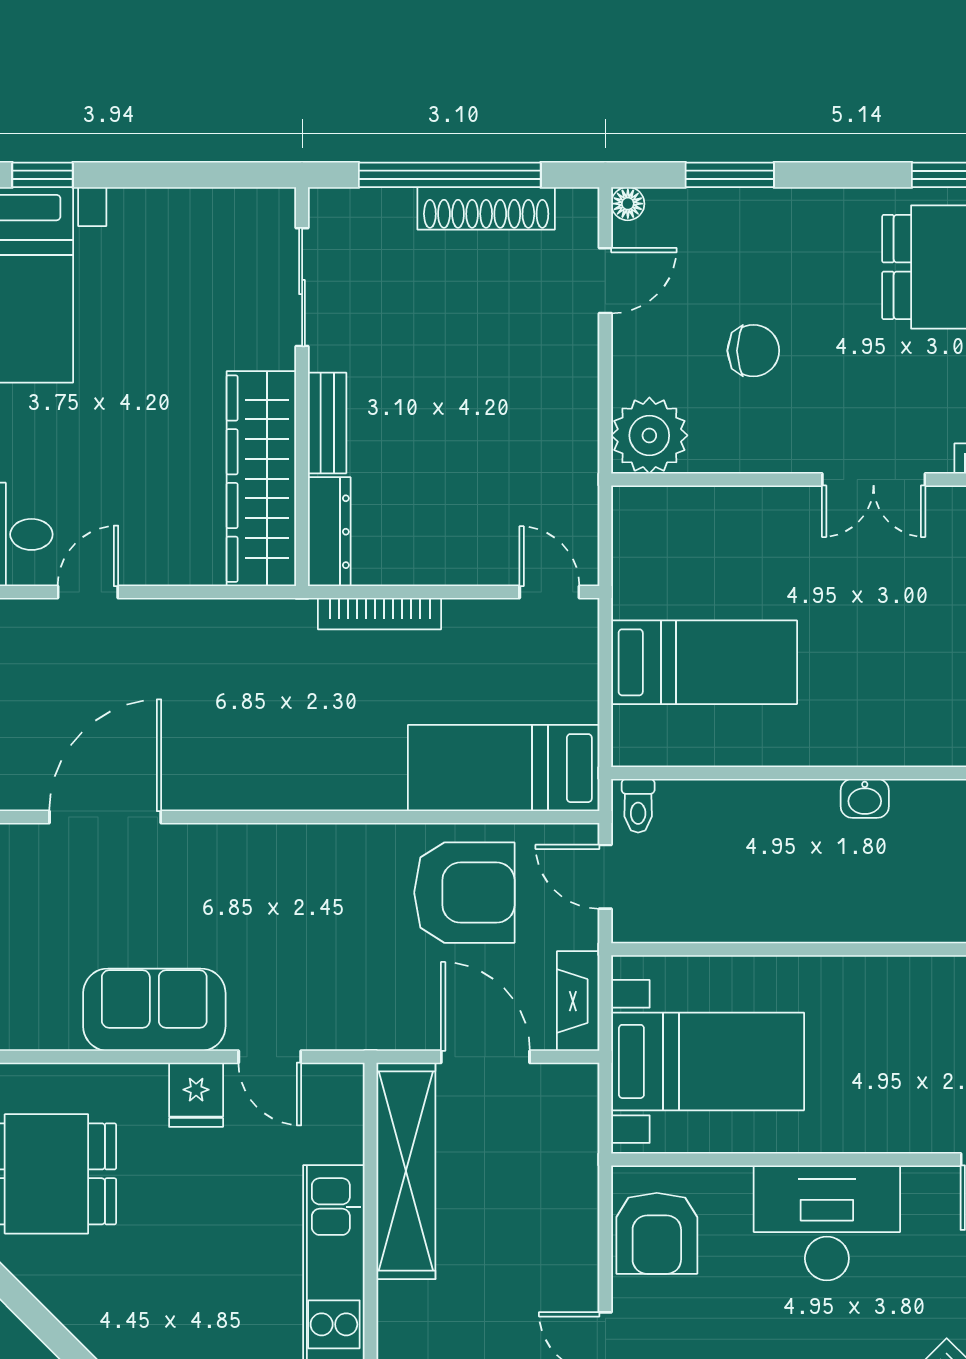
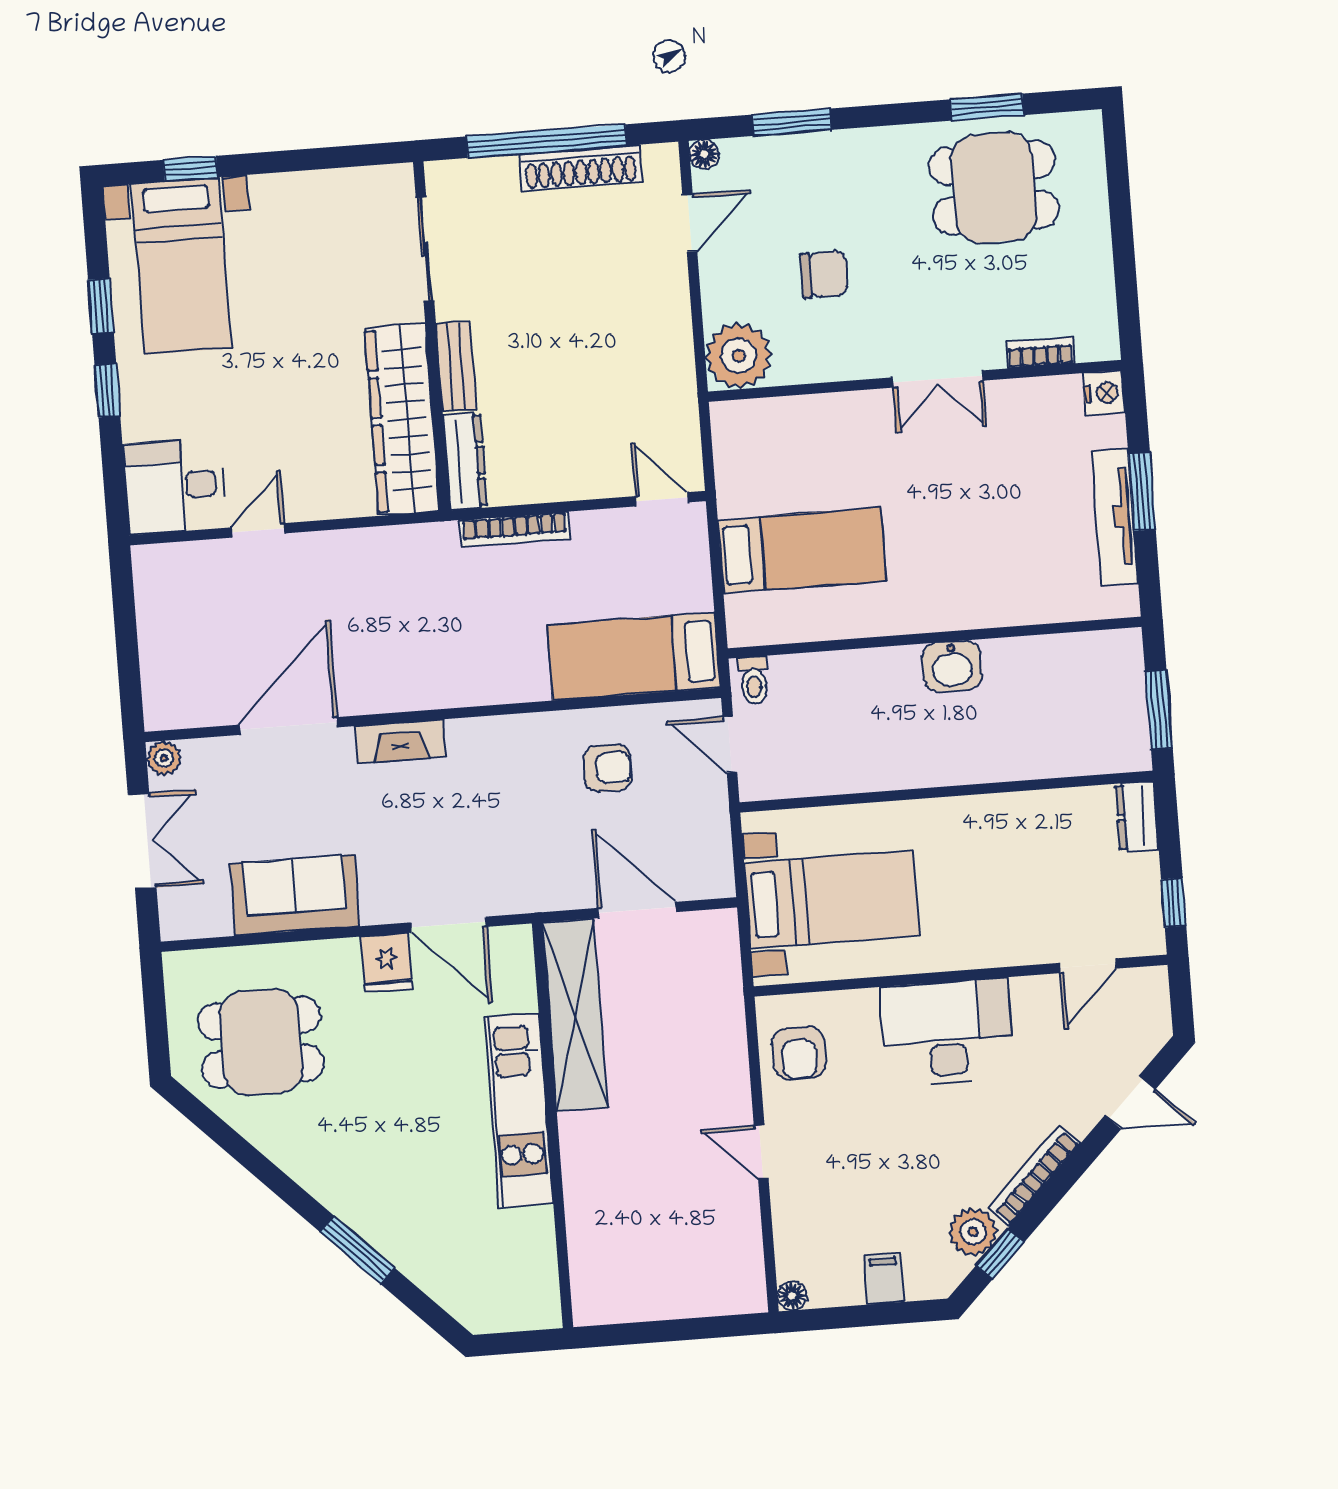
washbasin: (865, 798) -> (952, 666), width x1.38, depth x1.45
armchair: (464, 893) -> (608, 768), width x0.53, depth x0.53
fireplace: (578, 1001) -> (401, 741), moved, turned -90
sofa: (154, 1010) -> (295, 895), moved
door: (270, 1057) -> (449, 925), width x1.38
armchair: (657, 1233) -> (799, 1053), width x0.72, depth x0.72

